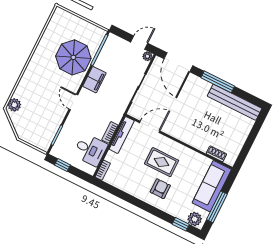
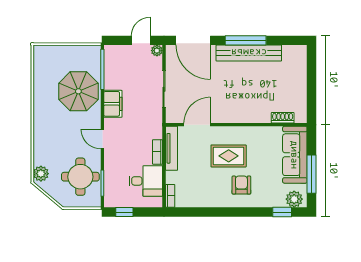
bench: (235, 102) -> (249, 53), moved
round table: (43, 122) -> (80, 177), added

